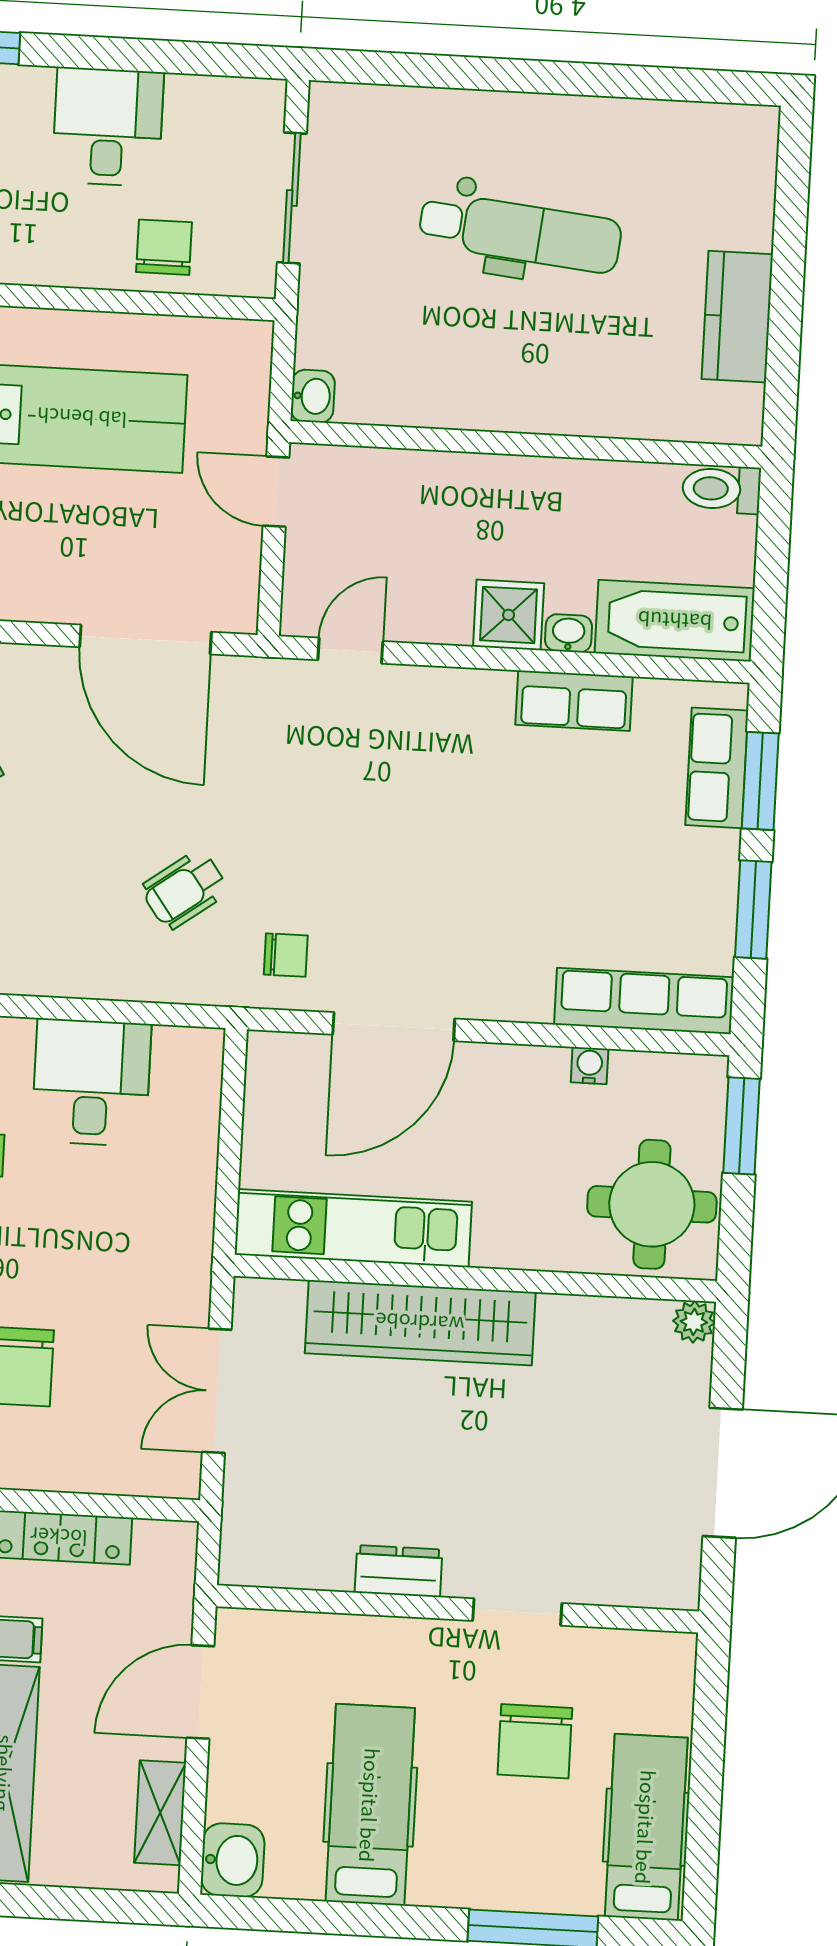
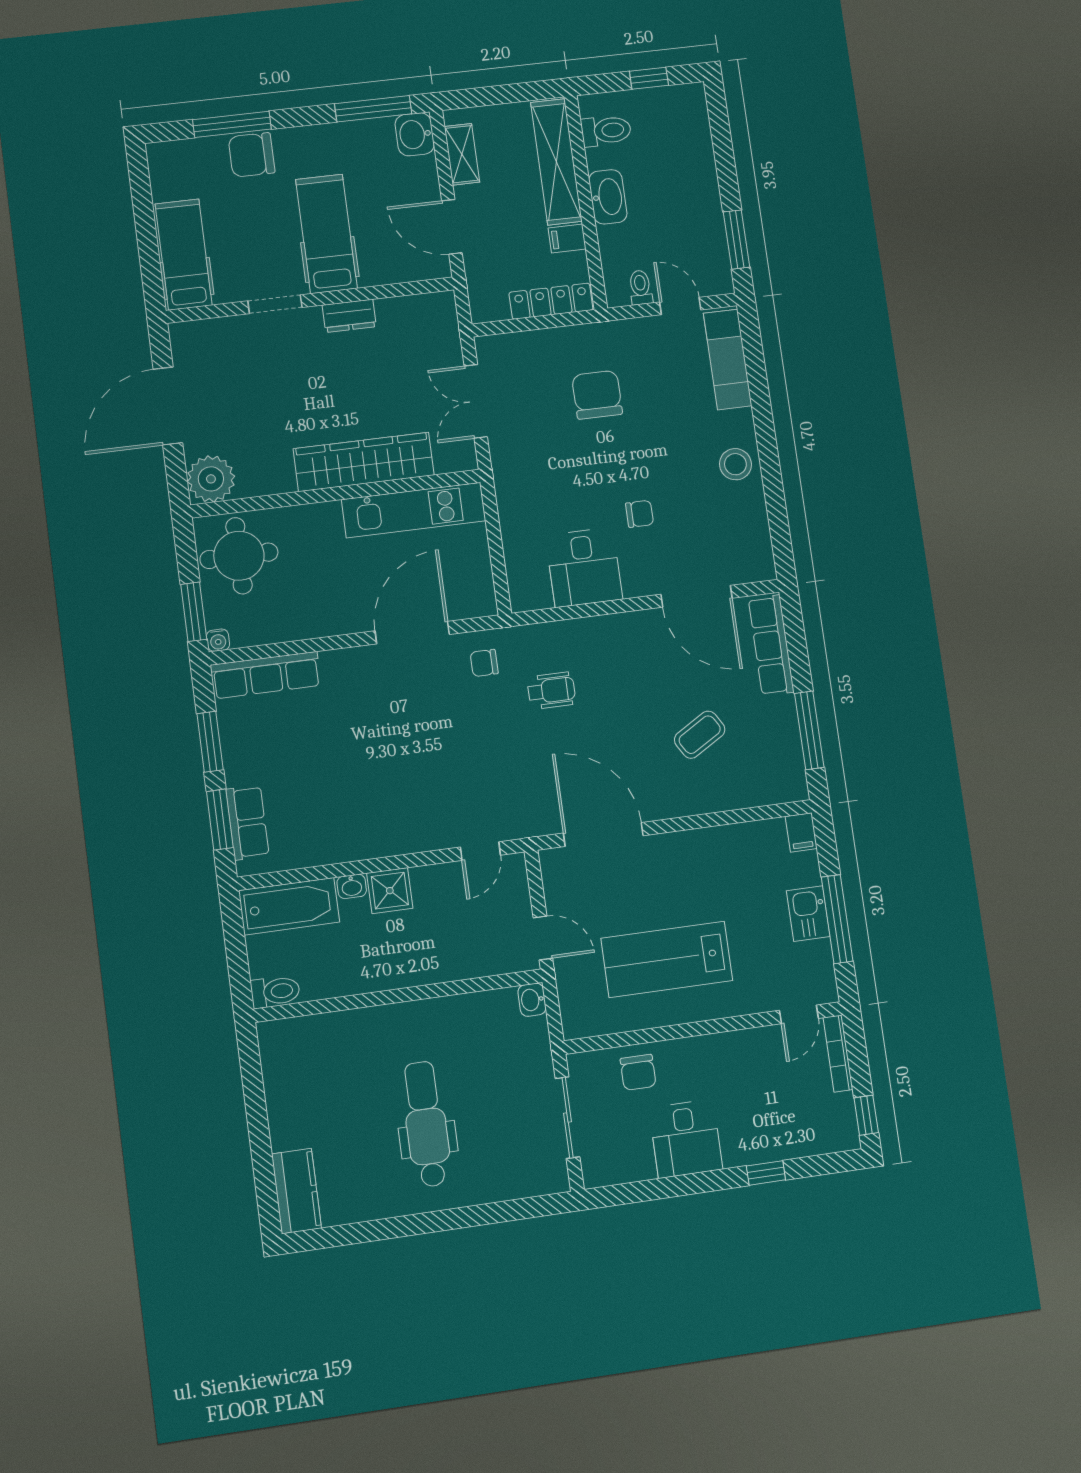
dental chair: (520, 232) -> (426, 1124), turned 84
kitchen counter: (737, 317) -> (296, 1191), moved
row of seats: (574, 701) -> (341, 847), removed
wheelchair: (185, 890) -> (551, 691), turned 36
water cooler: (590, 1066) -> (218, 640), moved
plant: (694, 1322) -> (211, 479), width x1.87, depth x1.87
double door: (217, 1391) -> (476, 401), swing flipped
door: (200, 1692) -> (452, 227), swing flipped
chair: (535, 1741) -> (252, 155), moved, turned -90
hospital bed: (370, 1805) -> (326, 234), moved, turned 180
hospital bed: (646, 1827) -> (184, 255), moved, turned 180
window: (294, 1916) -> (373, 109), added

